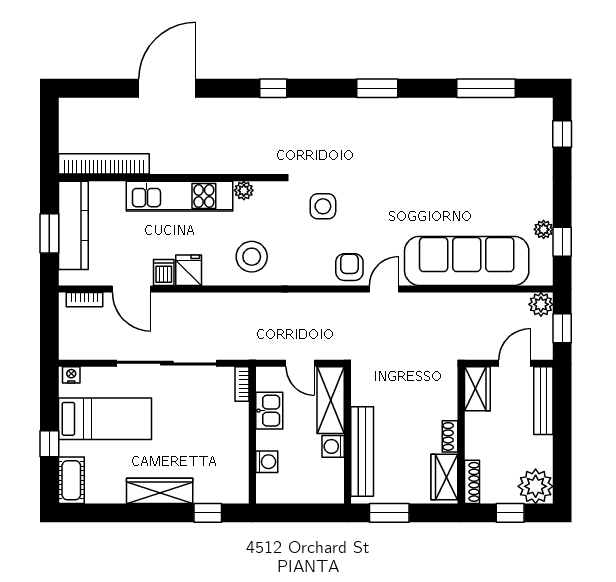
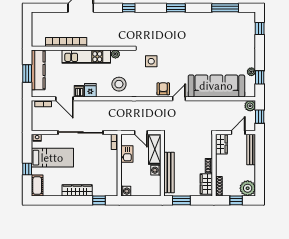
bookcase: (104, 164) -> (66, 42), moved
washing machine: (267, 462) -> (126, 191), moved

